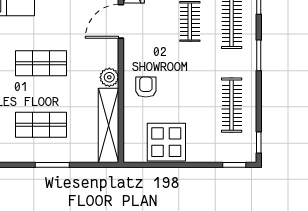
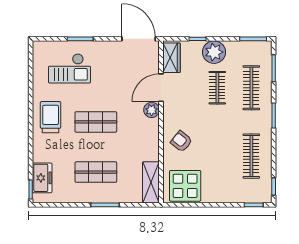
plant: (109, 77) -> (152, 110), moved
armchair: (146, 87) -> (181, 141), turned -51
shelving: (109, 125) -> (151, 182), width x0.68
display table: (166, 142) -> (185, 186), moved

